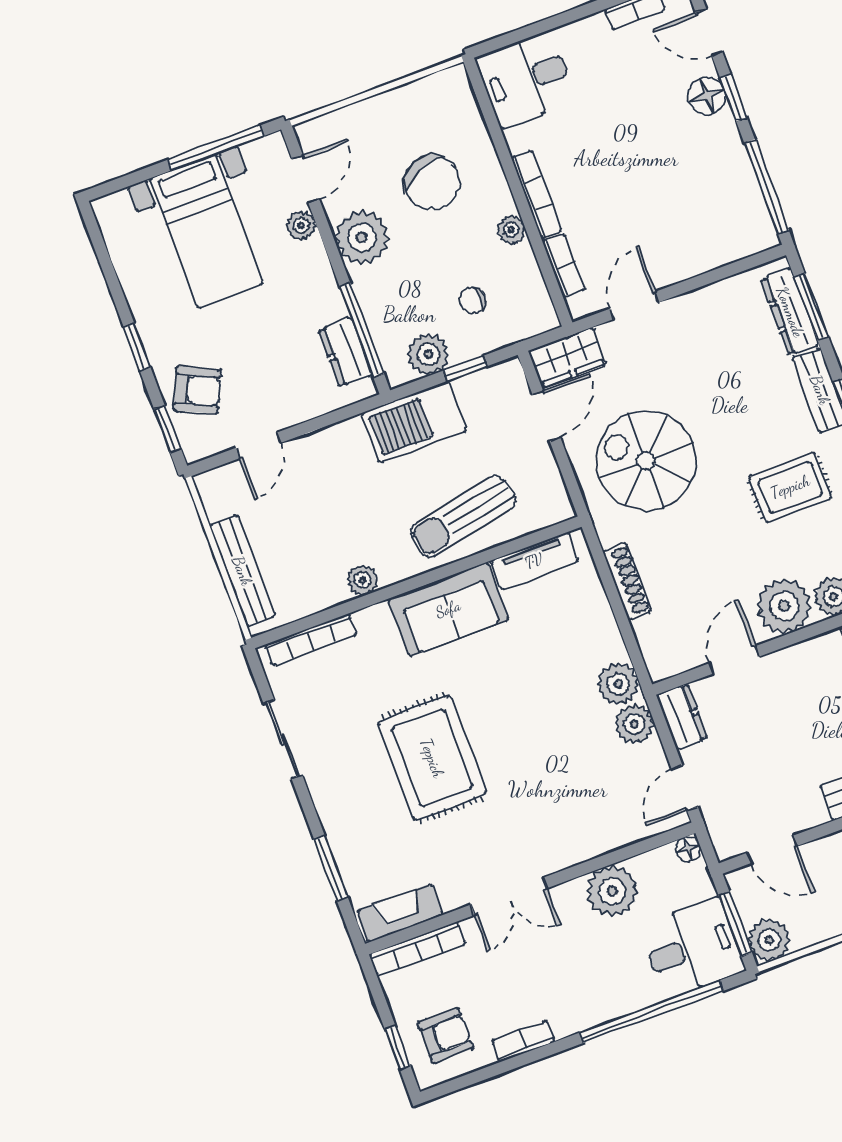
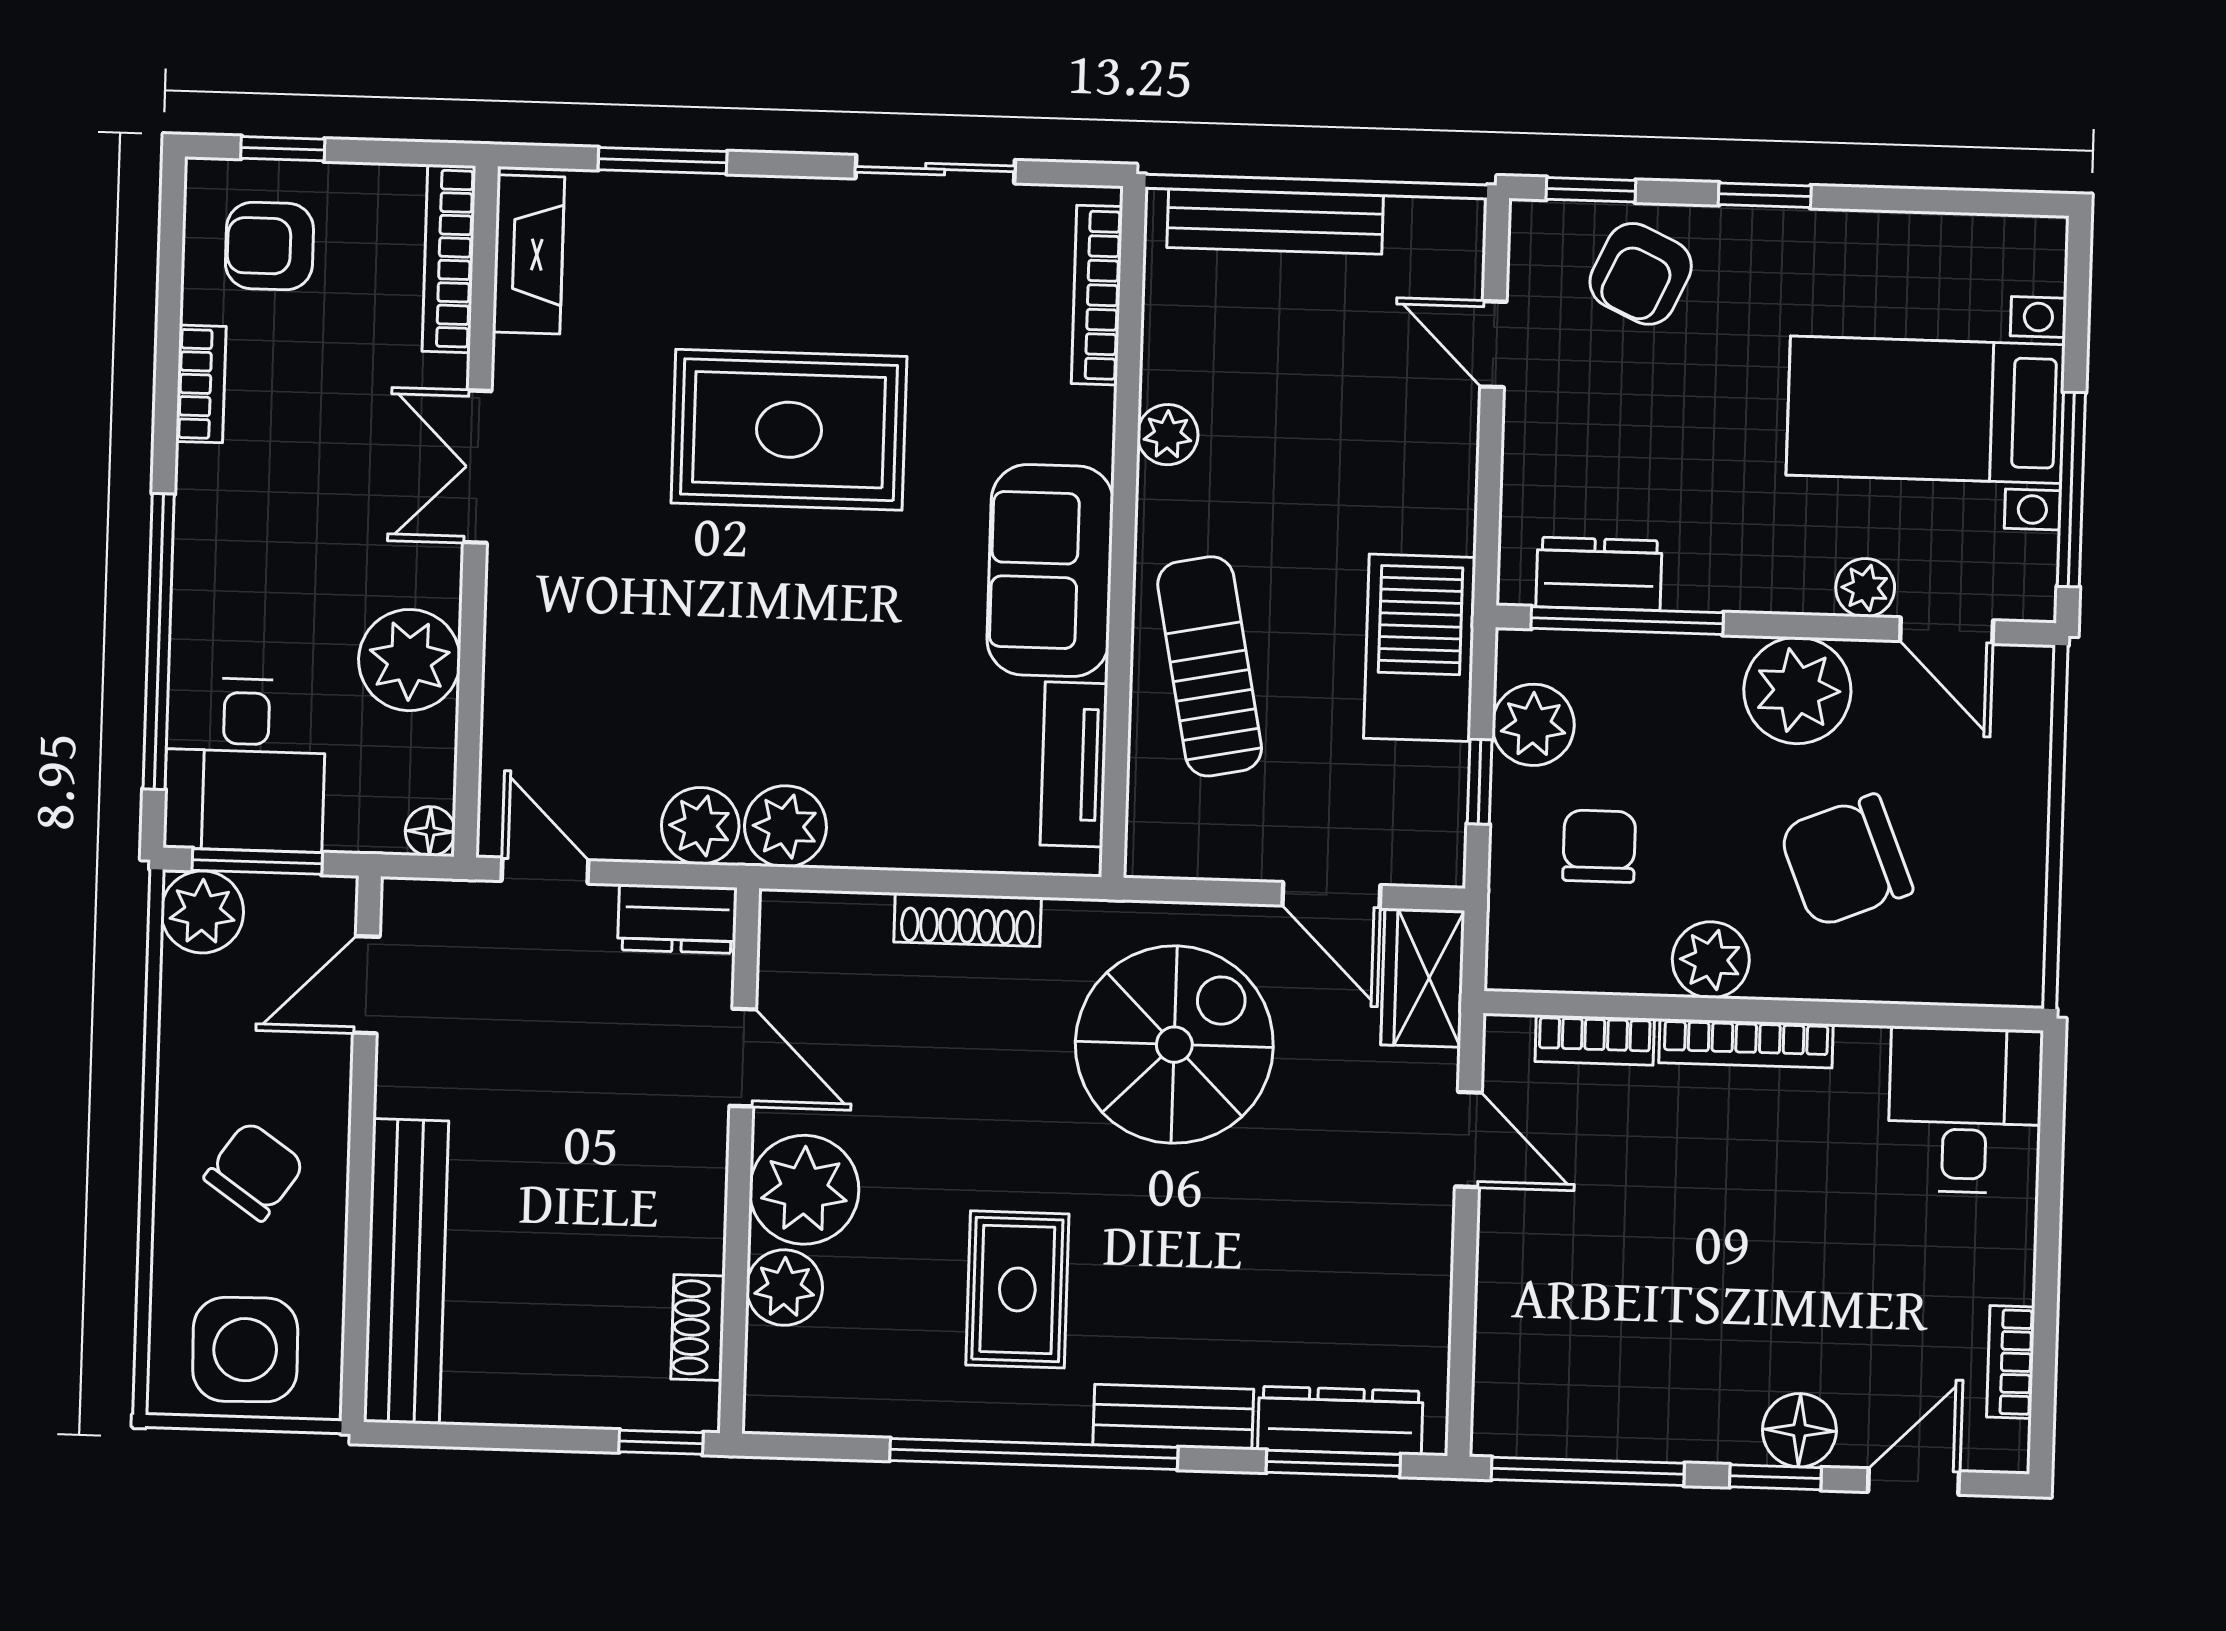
plant: (511, 230) -> (1711, 960), width x1.38, depth x1.38
chair: (472, 300) -> (1599, 846), width x1.37, depth x1.37
armchair: (446, 1035) -> (269, 246), turned 90

